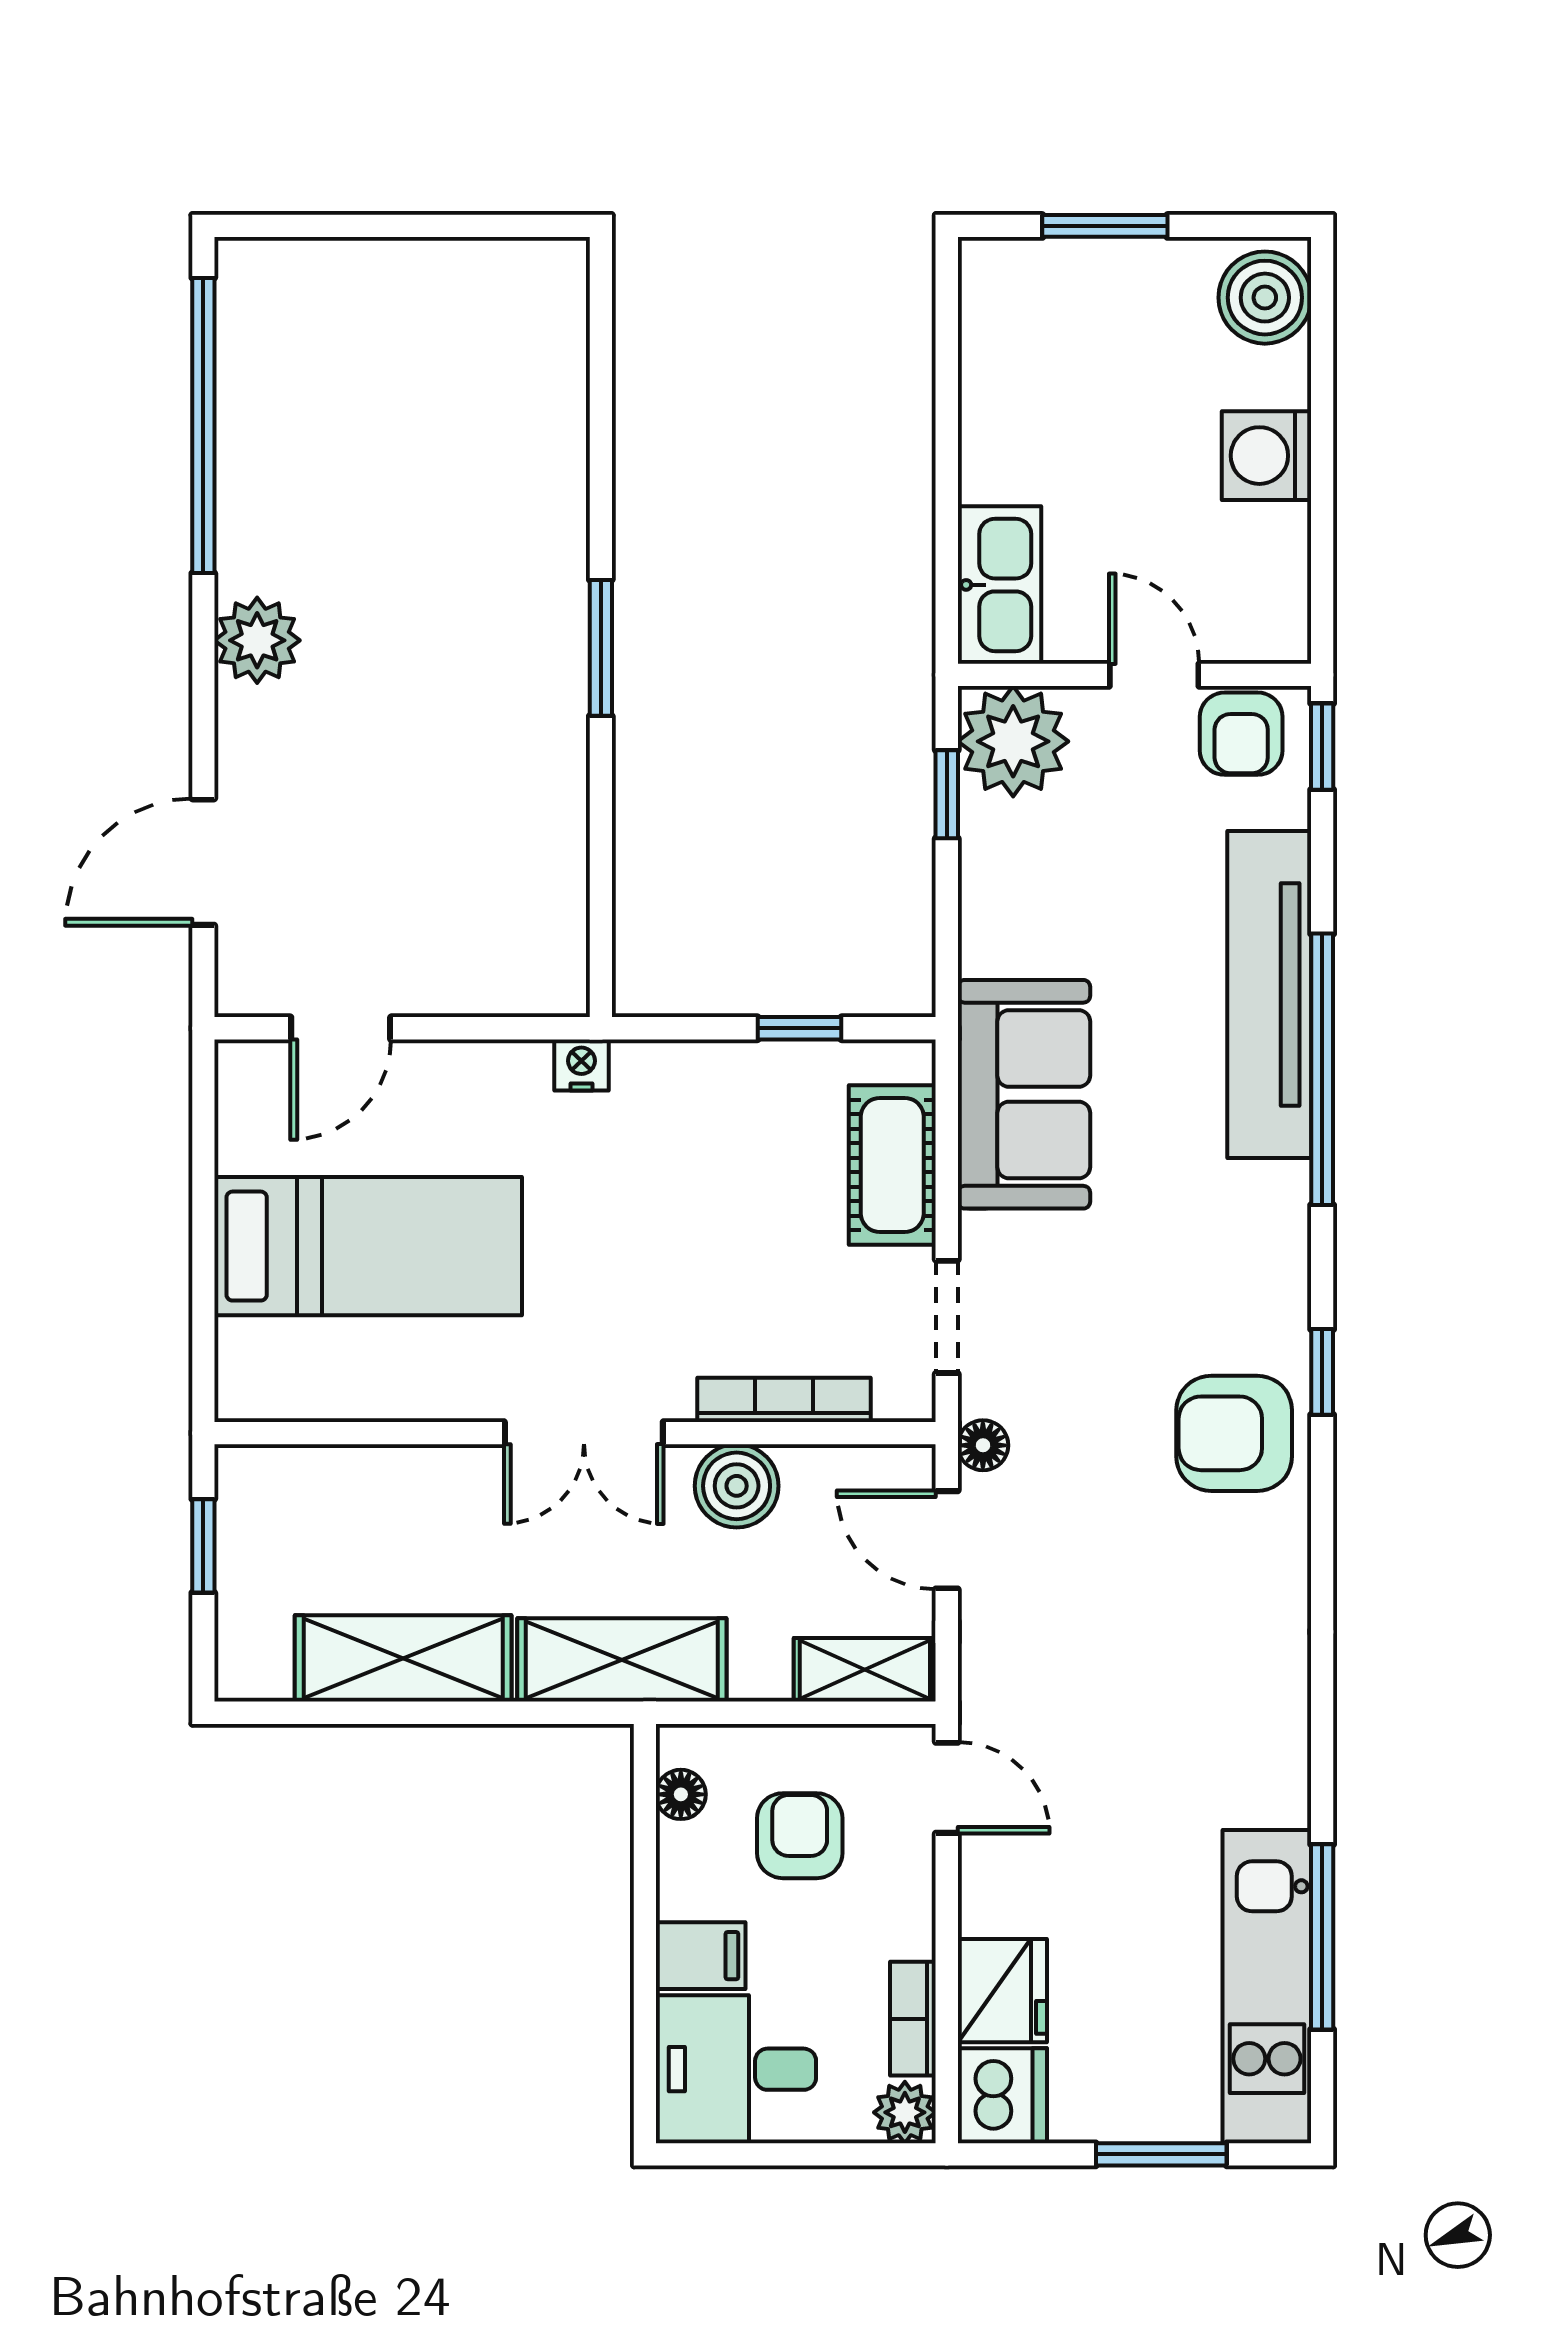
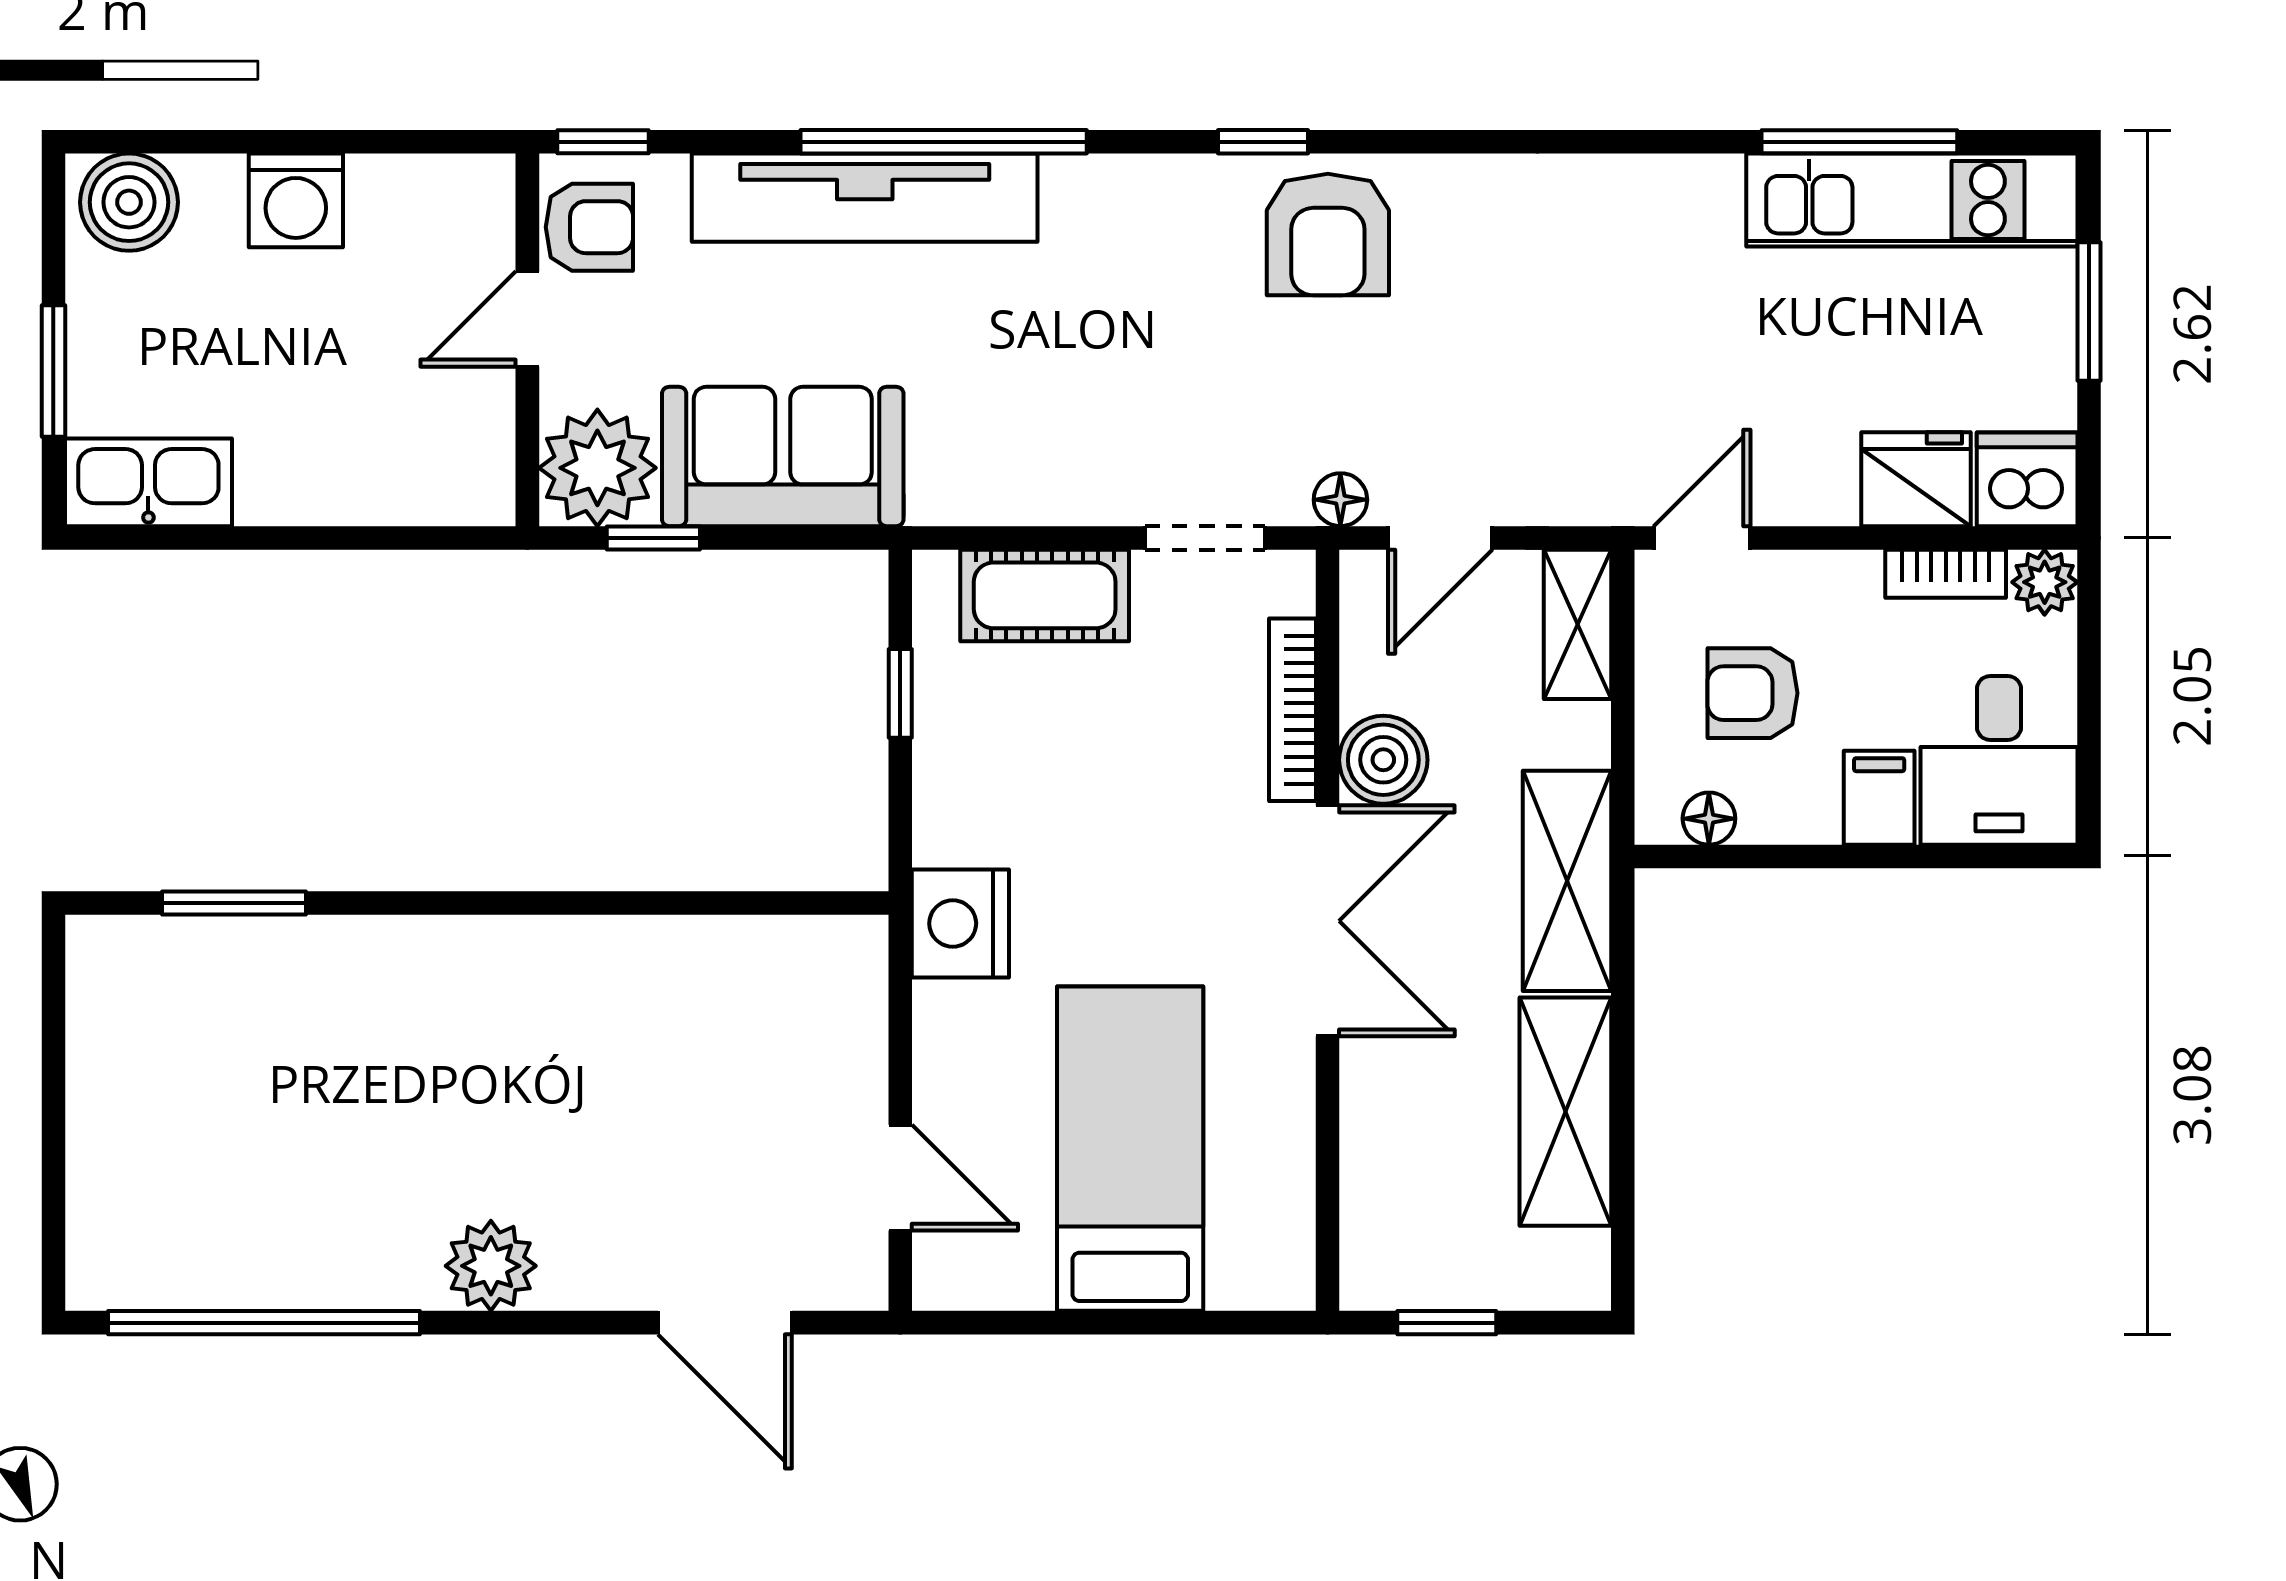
kitchen sink: (999, 585) -> (148, 482), moved
window: (601, 648) -> (234, 903), moved
nightstand: (581, 1065) -> (960, 923), width x1.89, depth x1.79
sofa: (1024, 1094) -> (783, 456), moved
double door: (584, 1433) -> (1328, 921), width x1.37

